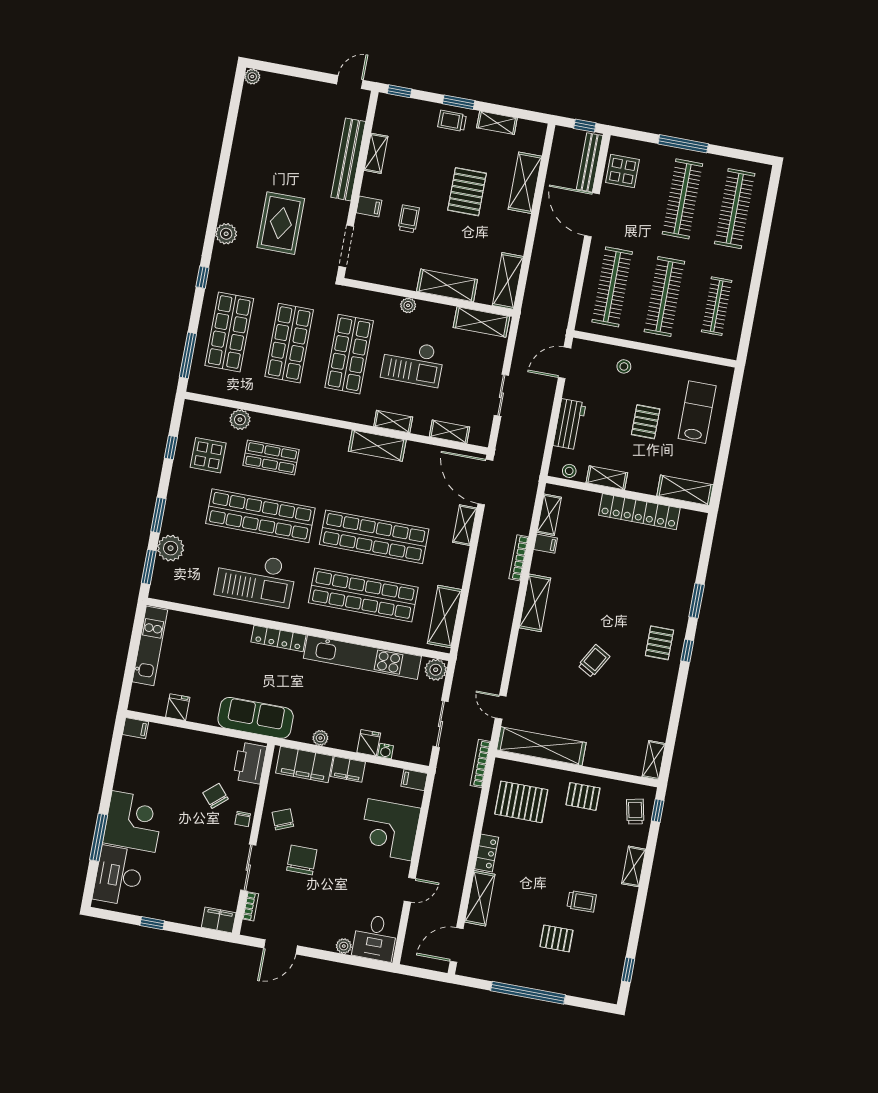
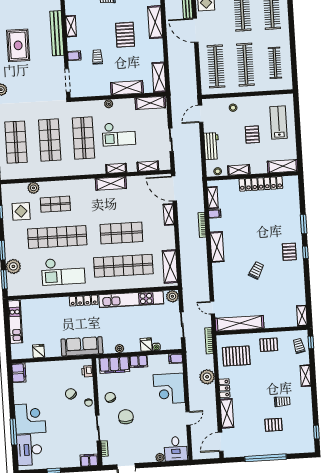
rug: (281, 223) -> (18, 45), moved
shop shelf: (374, 537) -> (121, 233), width x0.71
filing cabinet: (136, 728) -> (19, 373), width x2.00
printer: (250, 763) -> (87, 371), width x0.53, depth x0.68
plant: (461, 826) -> (207, 377), added

